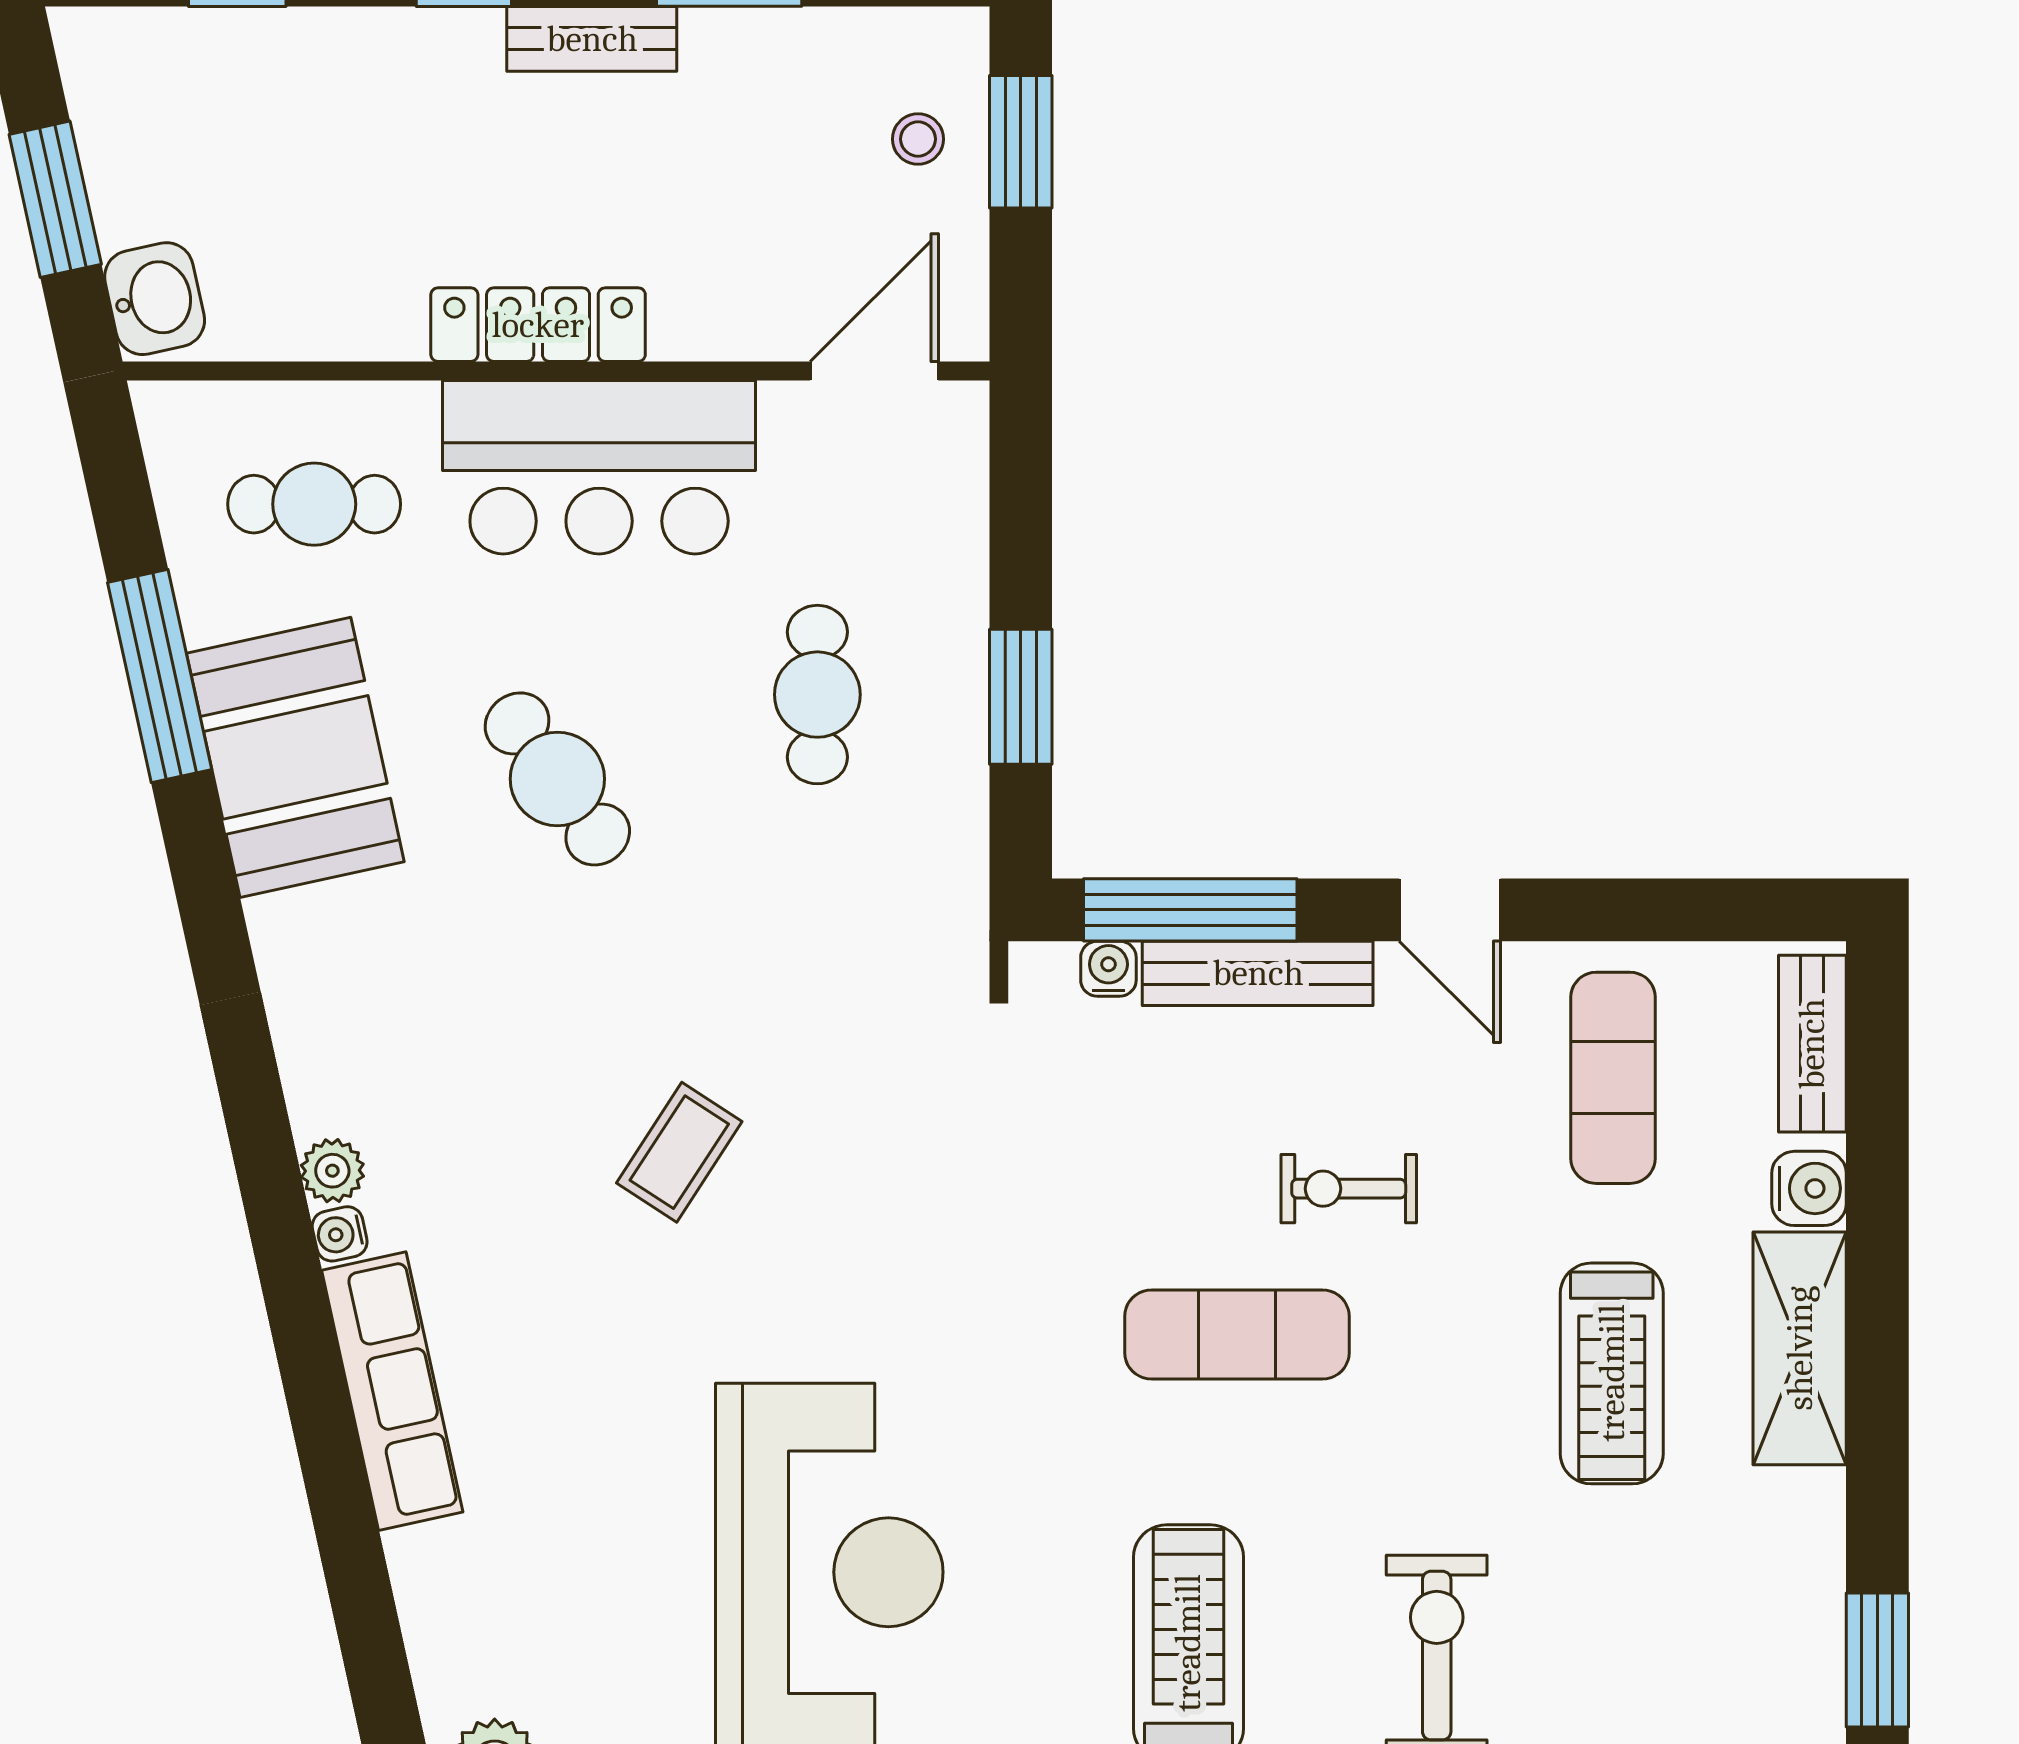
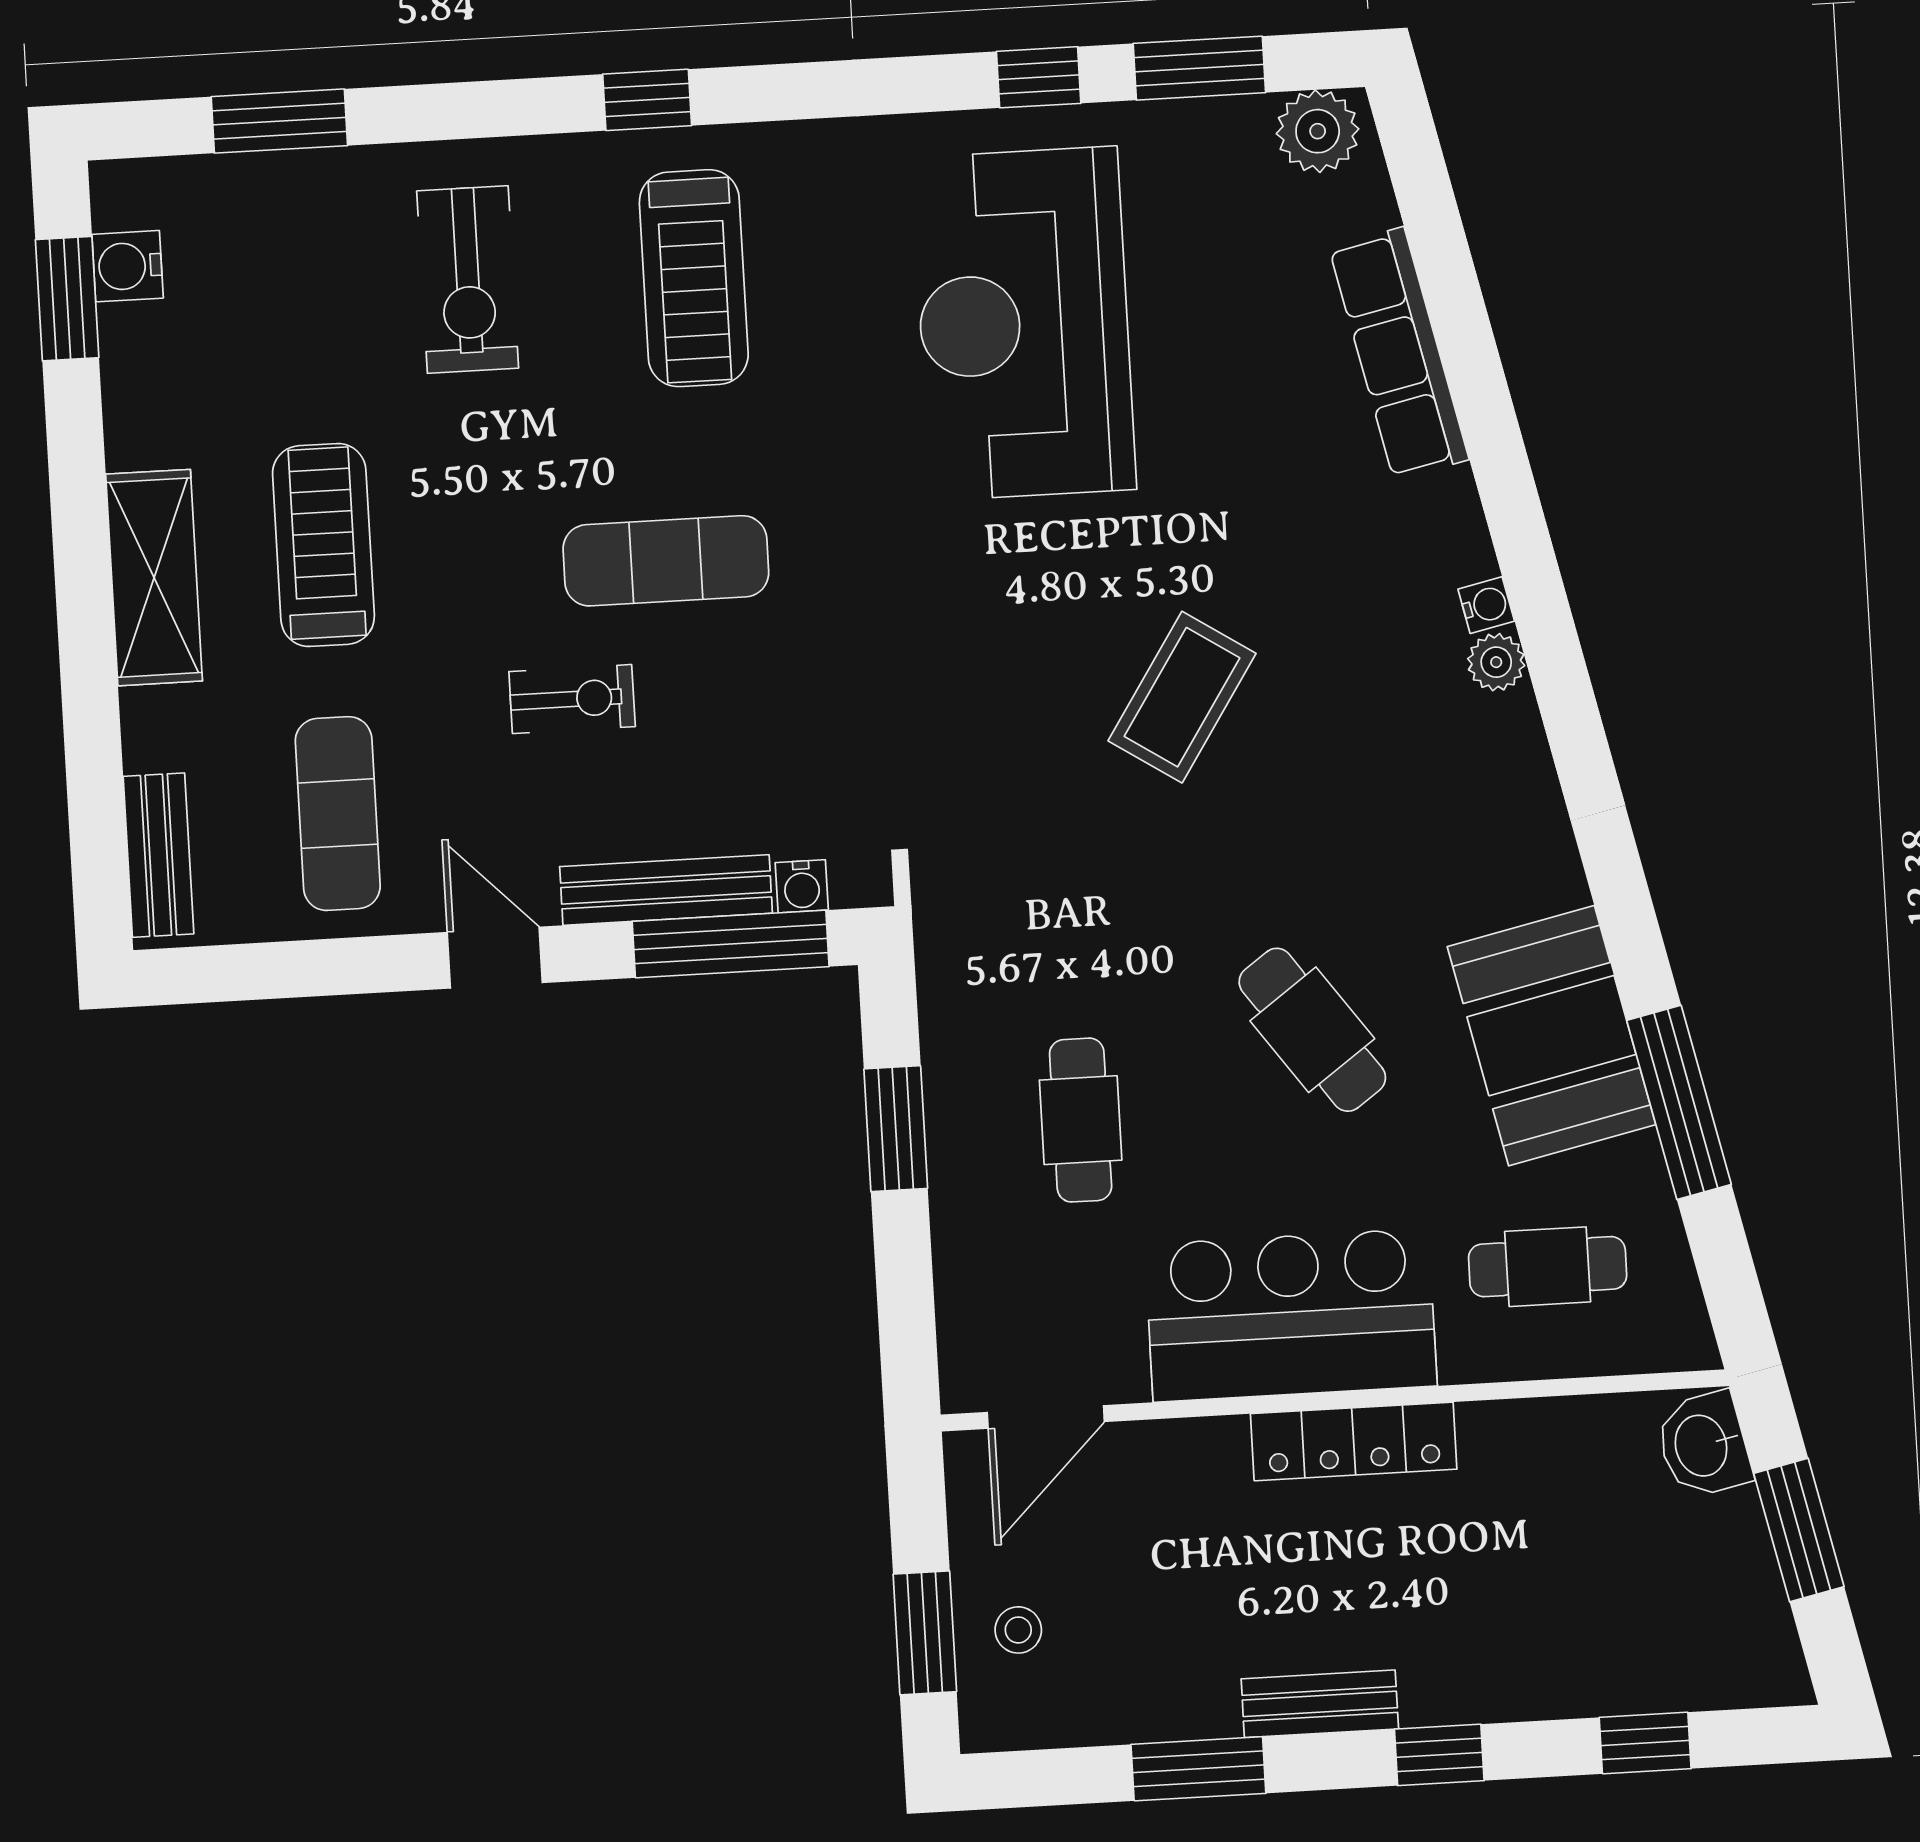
coffee table: (679, 1152) -> (1182, 697), width x1.36, depth x1.30
water cooler: (1809, 1188) -> (128, 266), moved
row of seats: (392, 1391) -> (1399, 354), moved

